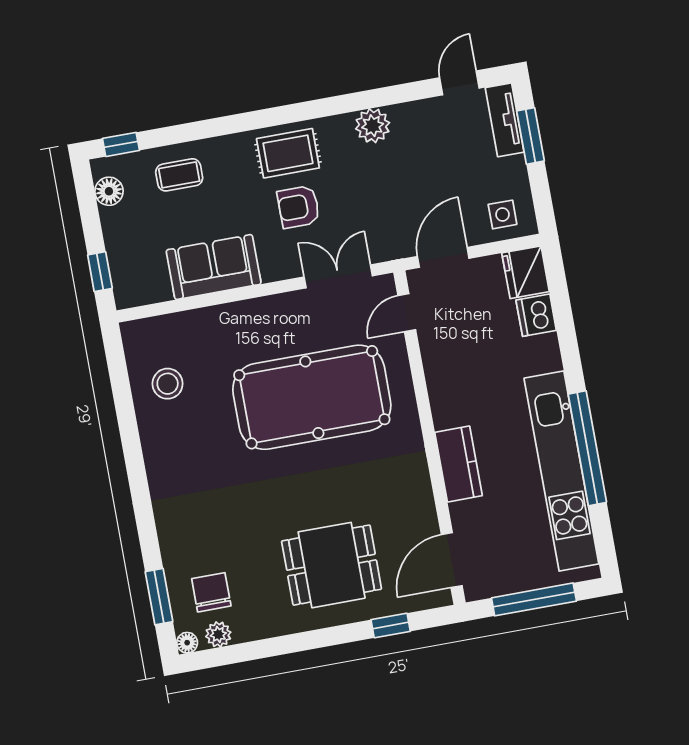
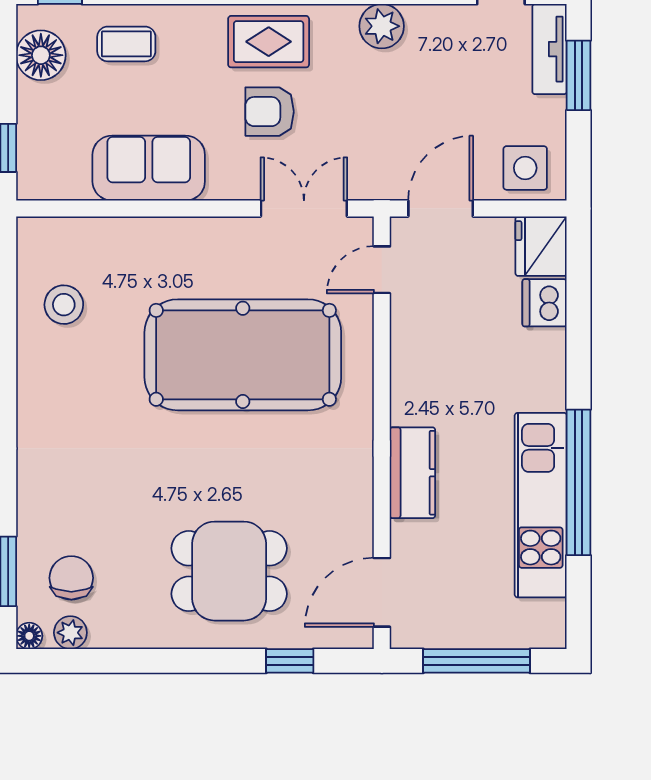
floor lamp: (109, 191) -> (41, 55), width x1.38, depth x1.38
side table: (503, 214) -> (525, 168), width x1.37, depth x1.37
kitchen unit: (561, 471) -> (541, 505), width x0.73

